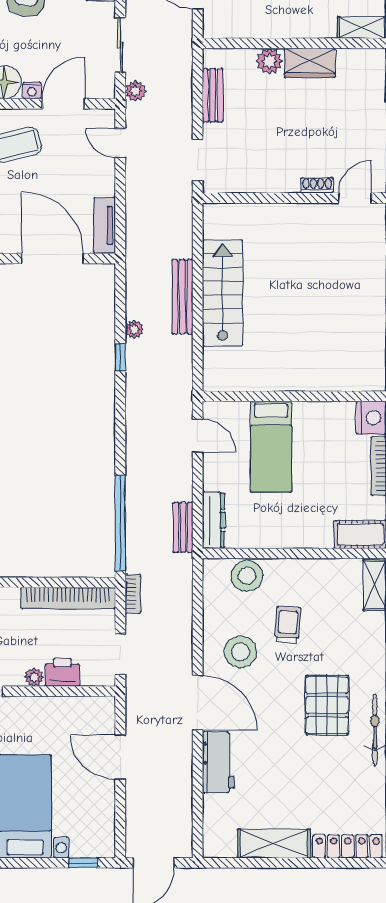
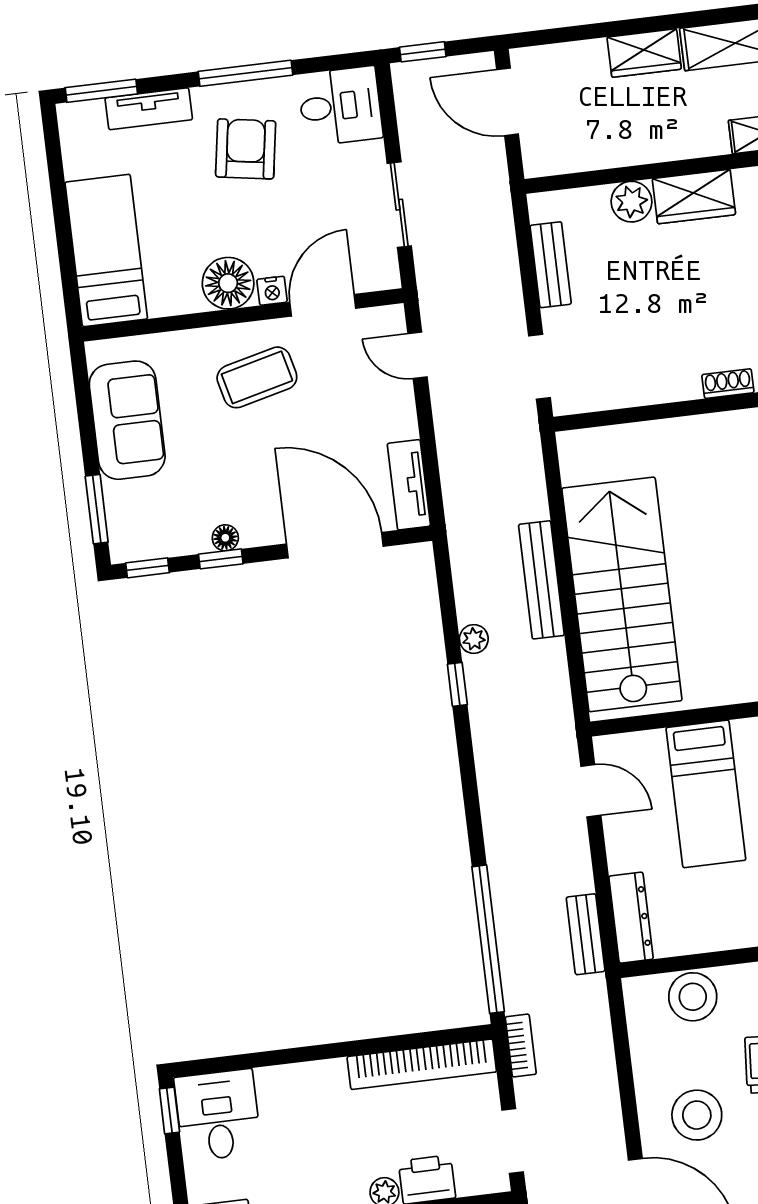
plant: (135, 91) -> (431, 272), removed
stairs: (223, 293) -> (622, 594), width x1.36, depth x1.51

